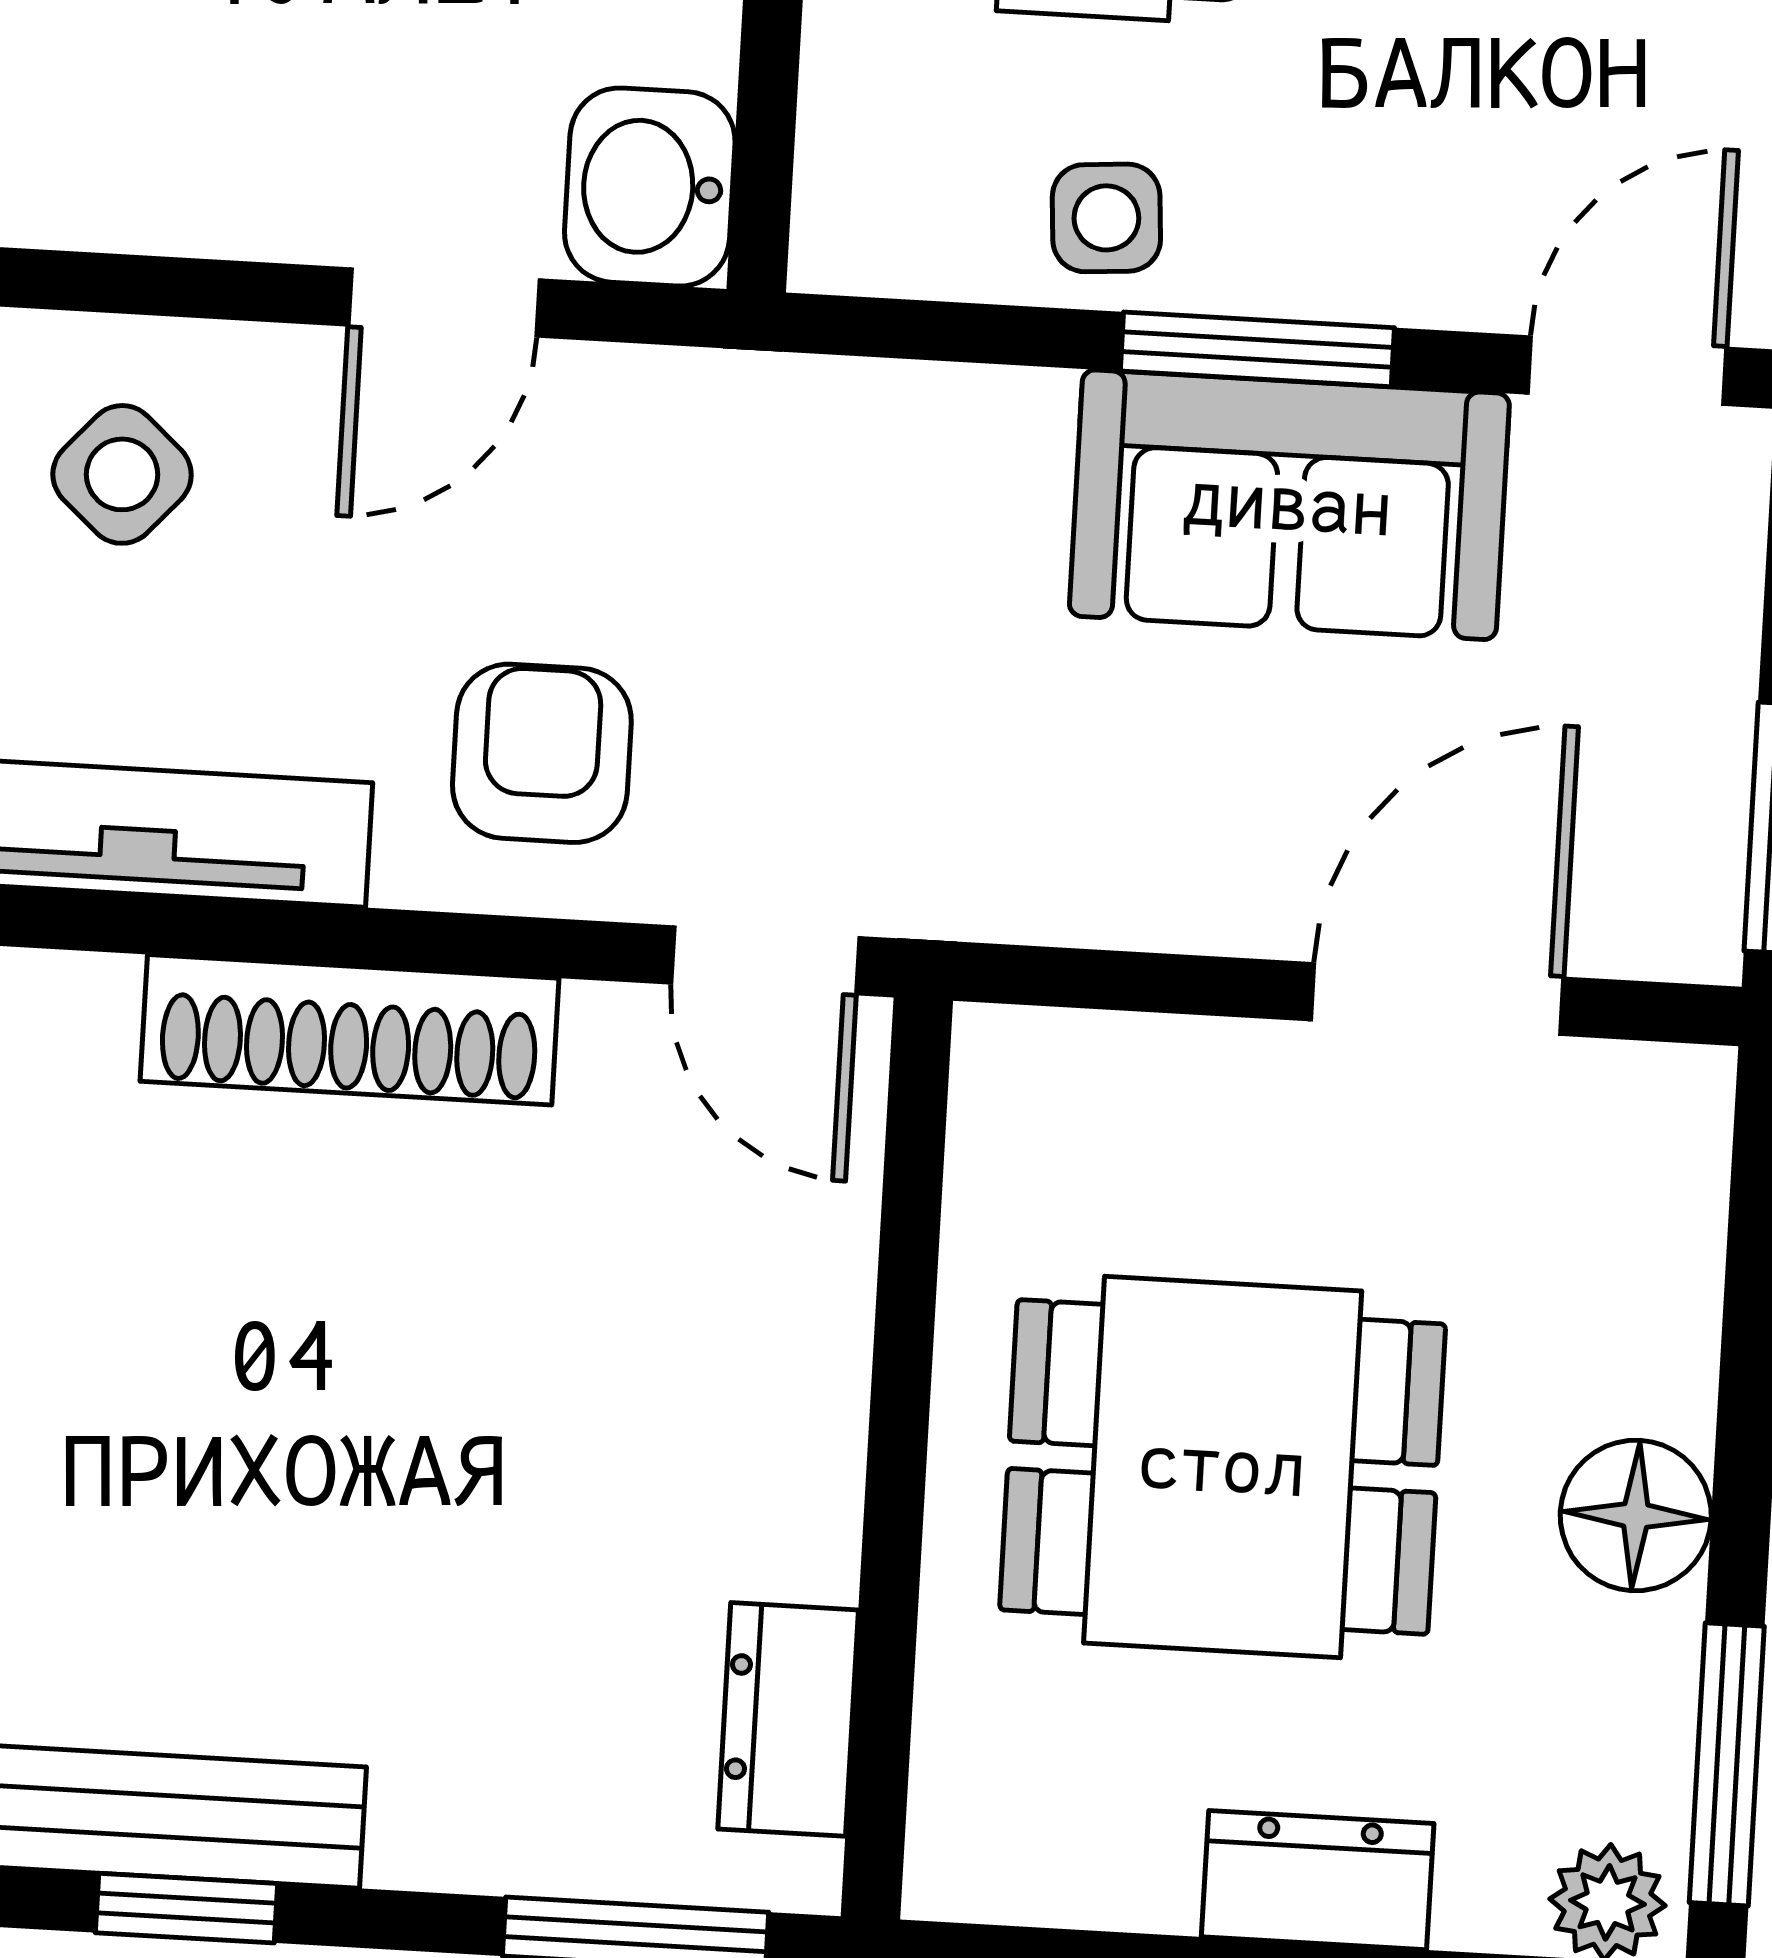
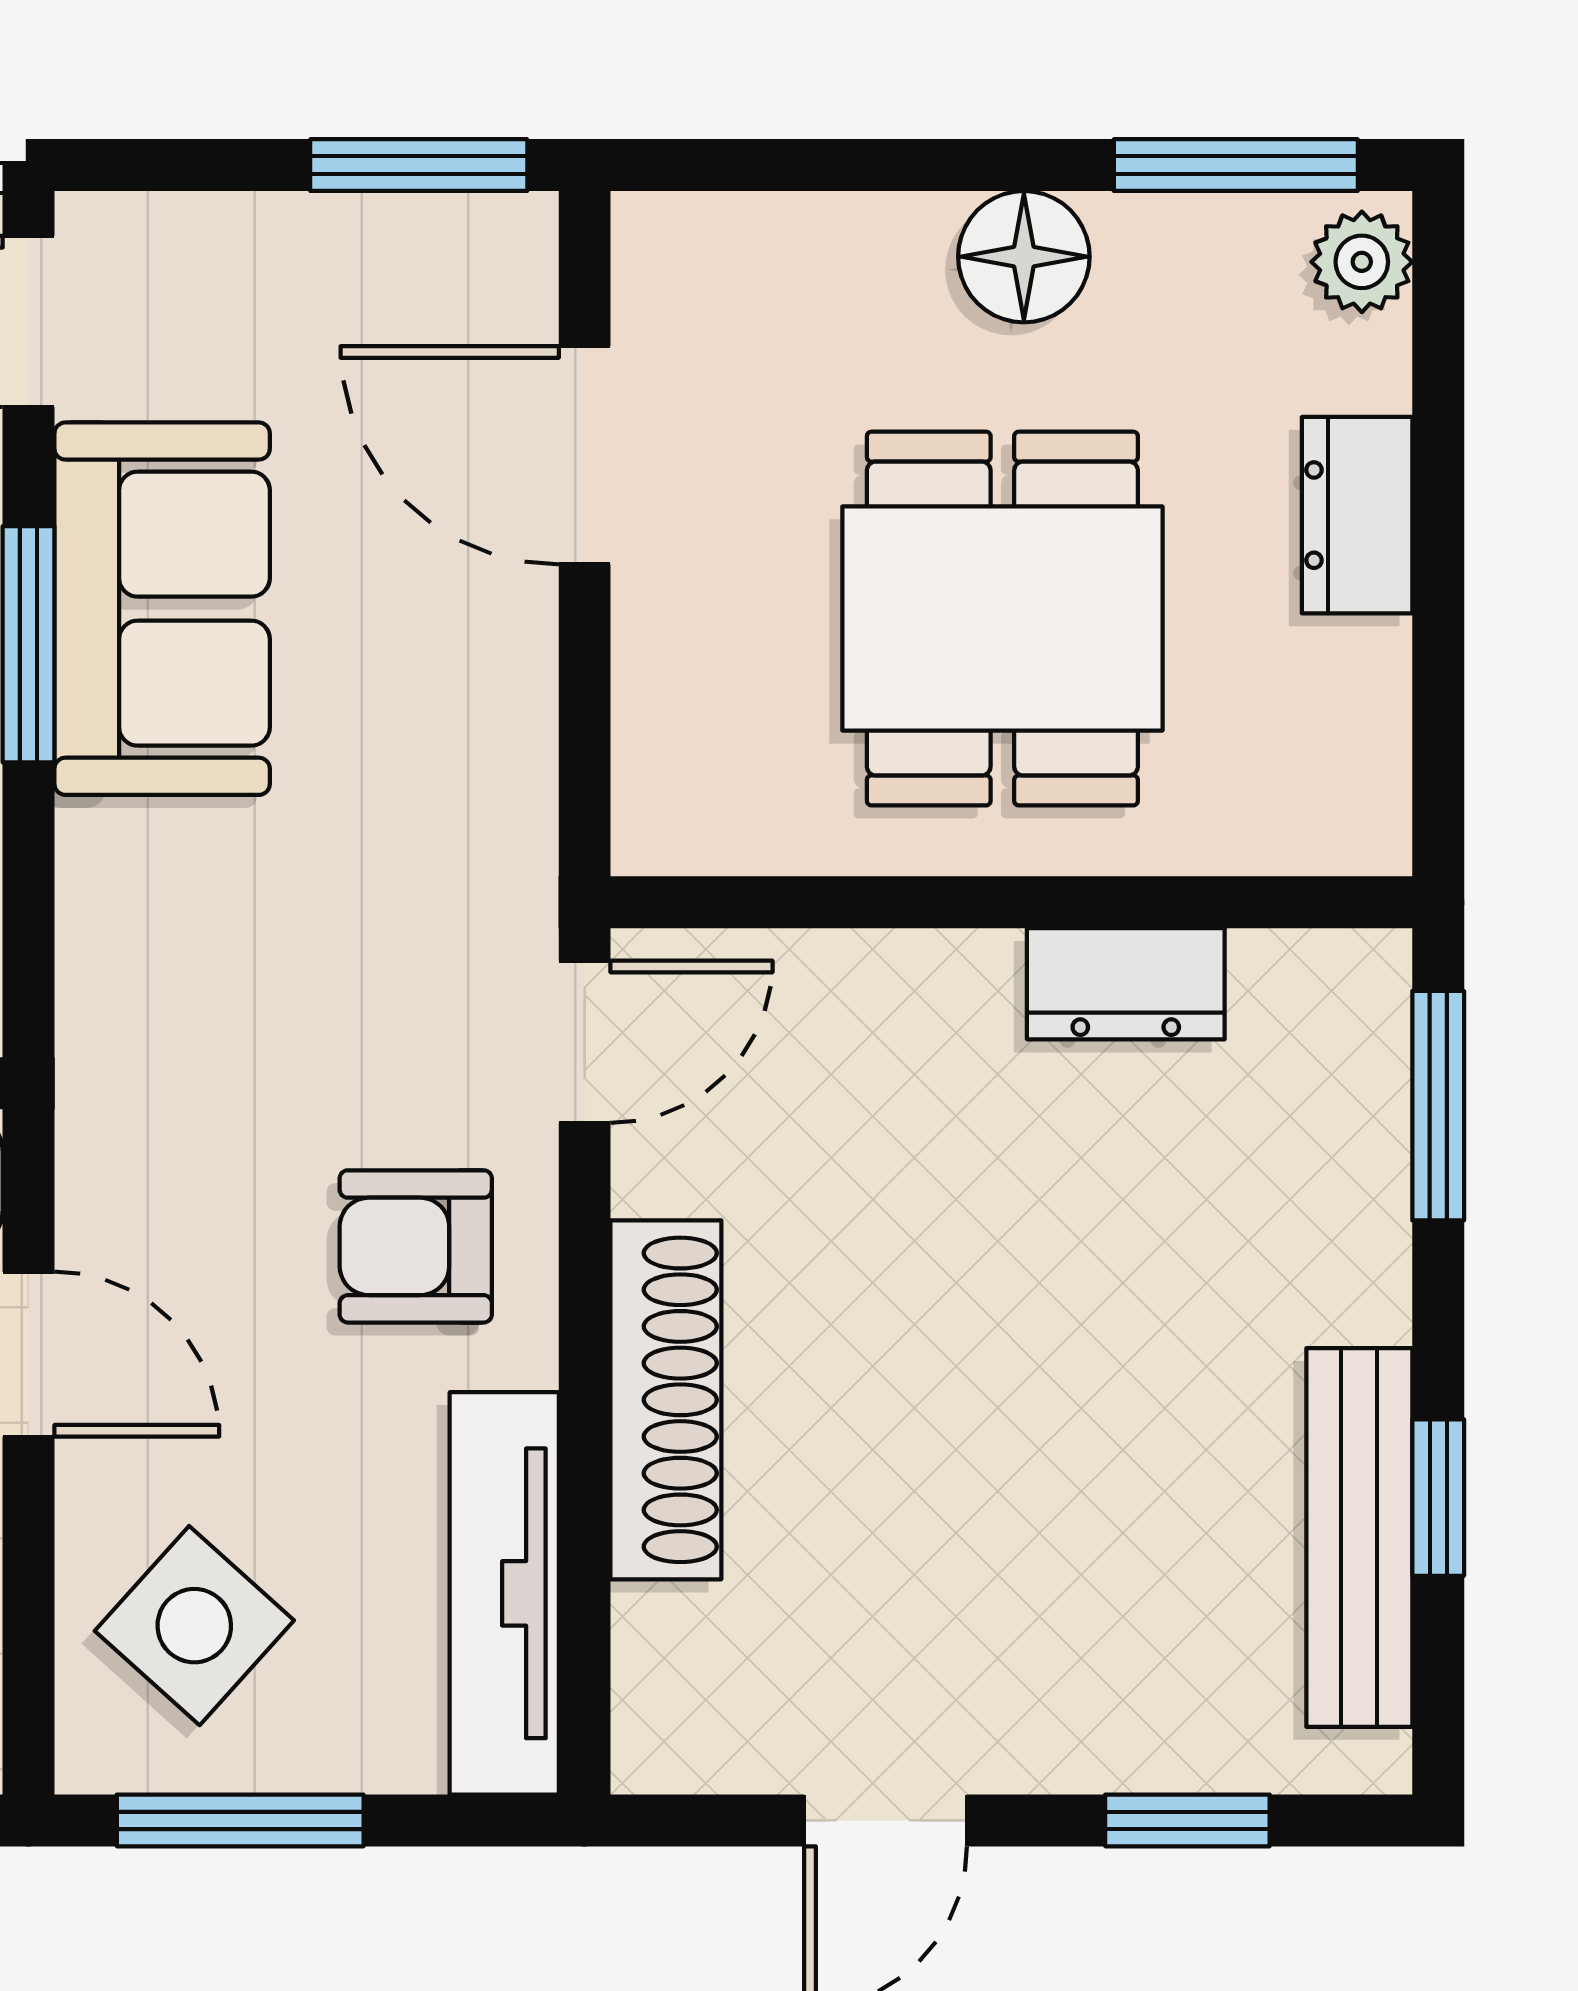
side table: (122, 474) -> (194, 1626), width x1.37, depth x1.37
dresser: (788, 1719) -> (1126, 984), moved

